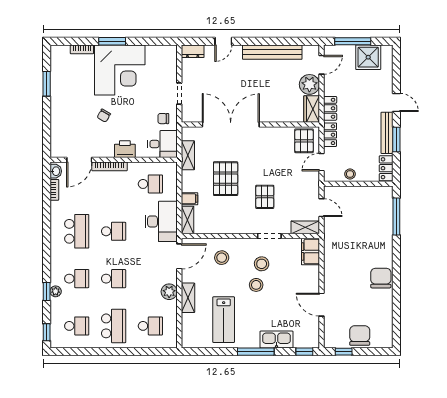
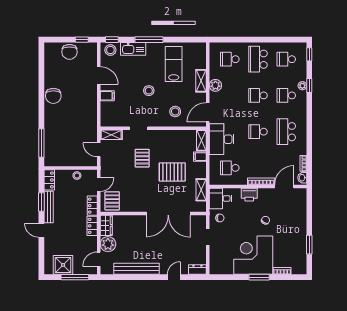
pallet: (226, 179) -> (172, 172), turned 90
filing cabinet: (311, 251) -> (107, 96), moved, width x0.50
stool: (262, 264) -> (110, 50), moved

